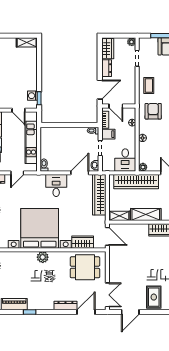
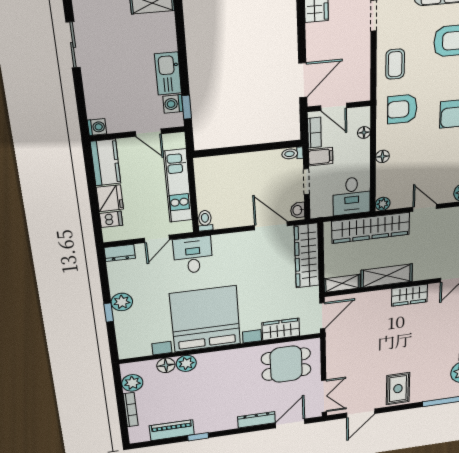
dresser: (107, 68) -> (315, 39), removed
kitchen sink: (31, 79) -> (168, 73), added
armchair: (153, 111) -> (402, 109), turned -90
door: (80, 173) -> (271, 226), hinge flipped
desk: (56, 186) -> (193, 255), moved
door: (107, 236) -> (322, 316), hinge flipped
floor lamp: (15, 257) -> (166, 365), added
plant: (43, 257) -> (186, 363), moved

